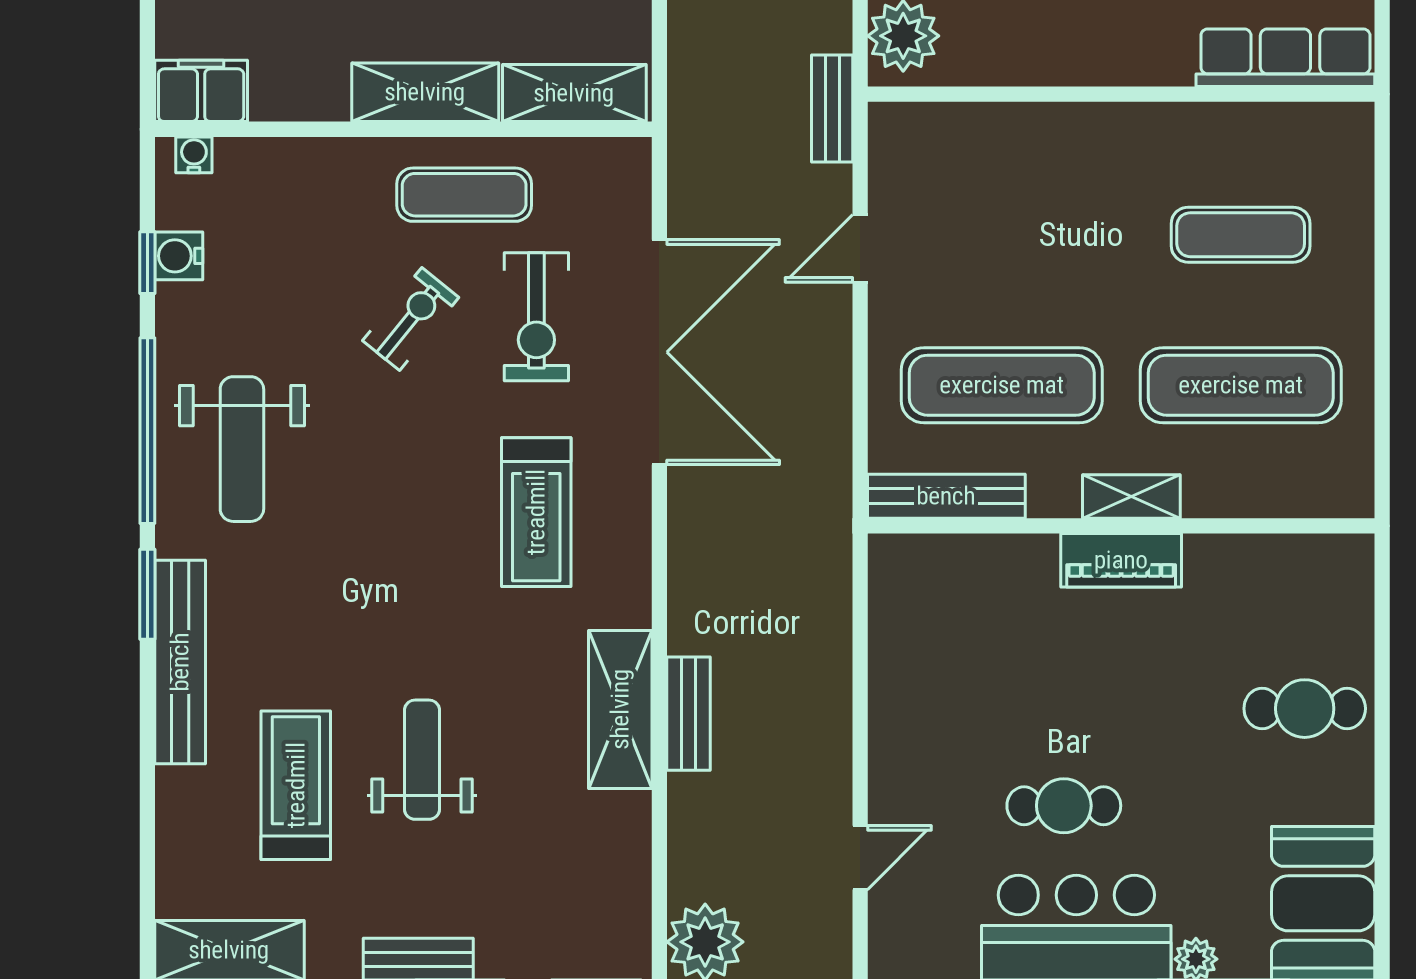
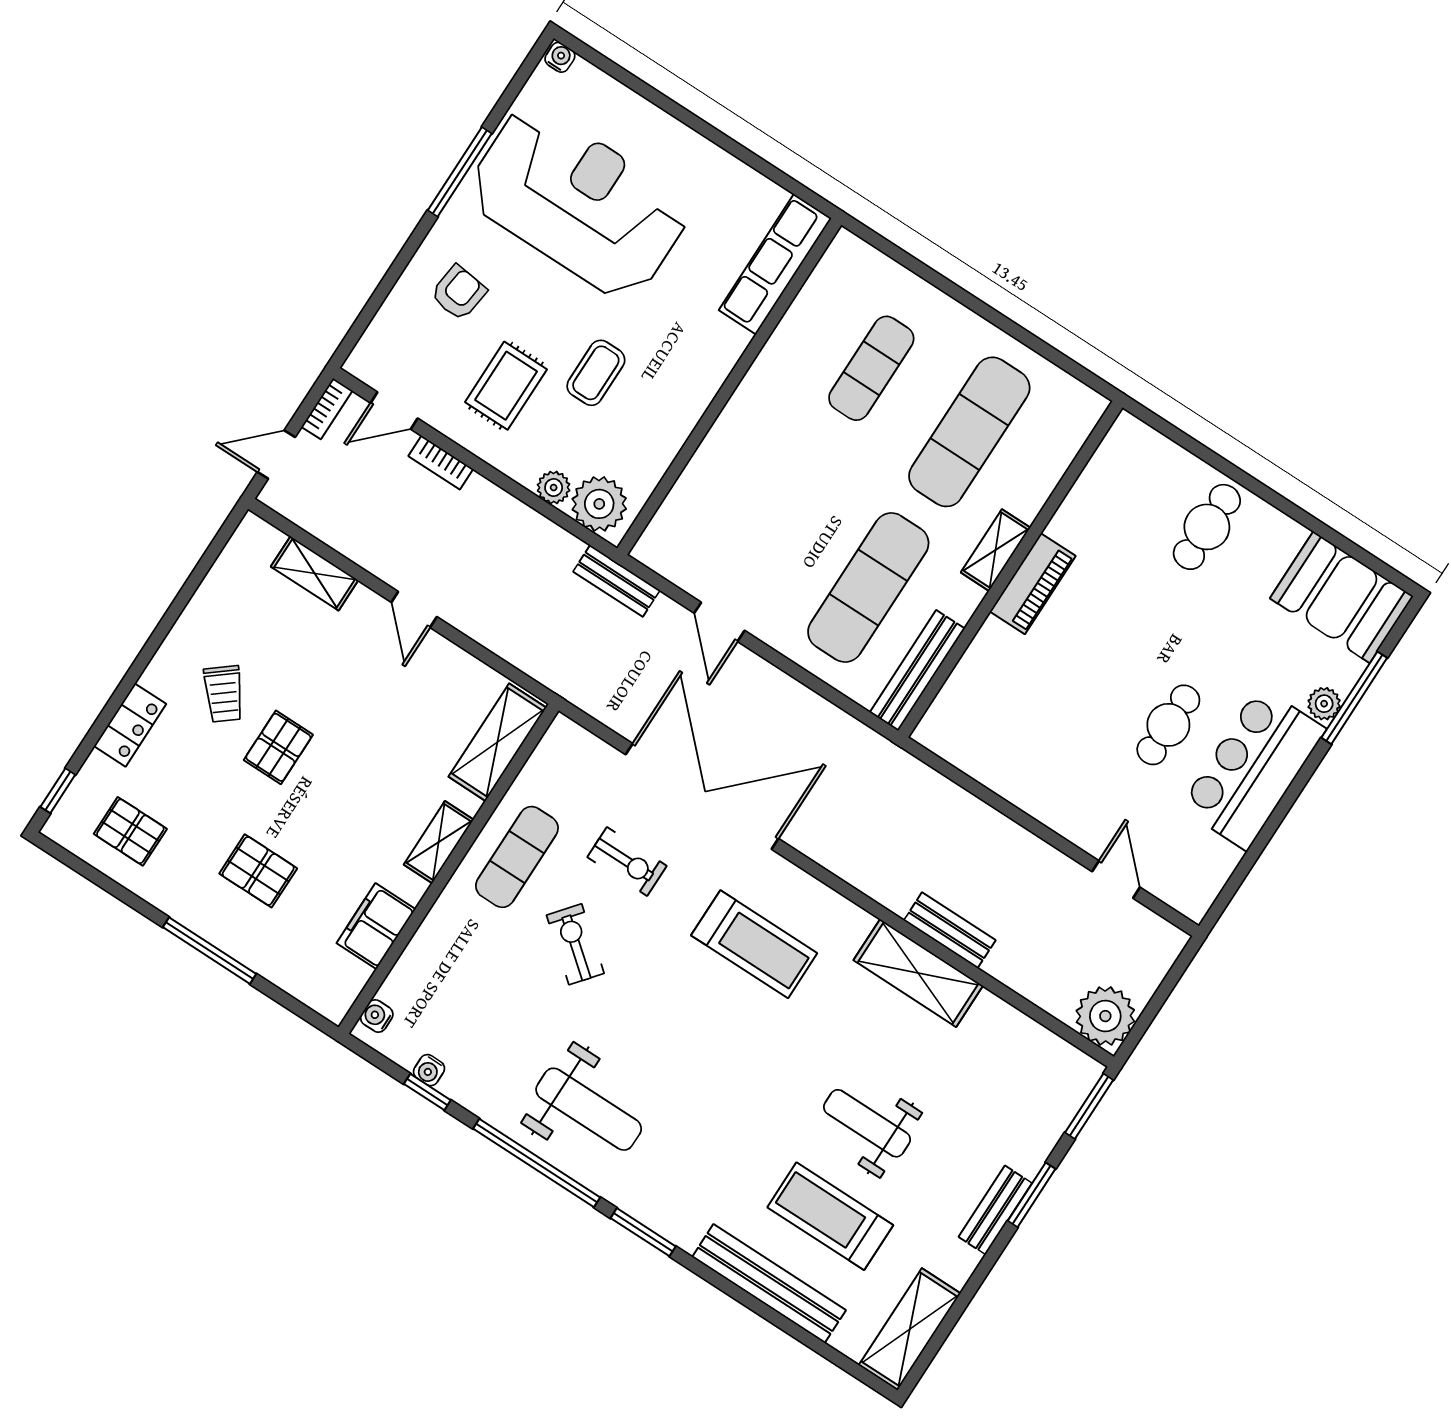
filing cabinet: (201, 91) -> (376, 926), moved
shelving: (425, 92) -> (439, 842), width x0.67, depth x0.75
water cooler: (179, 256) -> (429, 1070), width x0.72, depth x0.72
exercise bike: (536, 317) -> (627, 861), width x0.73, depth x0.72
bench: (180, 662) -> (769, 1284), moved

